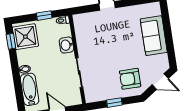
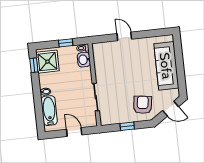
sofa: (154, 36) -> (166, 66), width x1.36
washbasin: (66, 45) -> (84, 60), moved
armchair: (130, 79) -> (143, 105), turned 98

